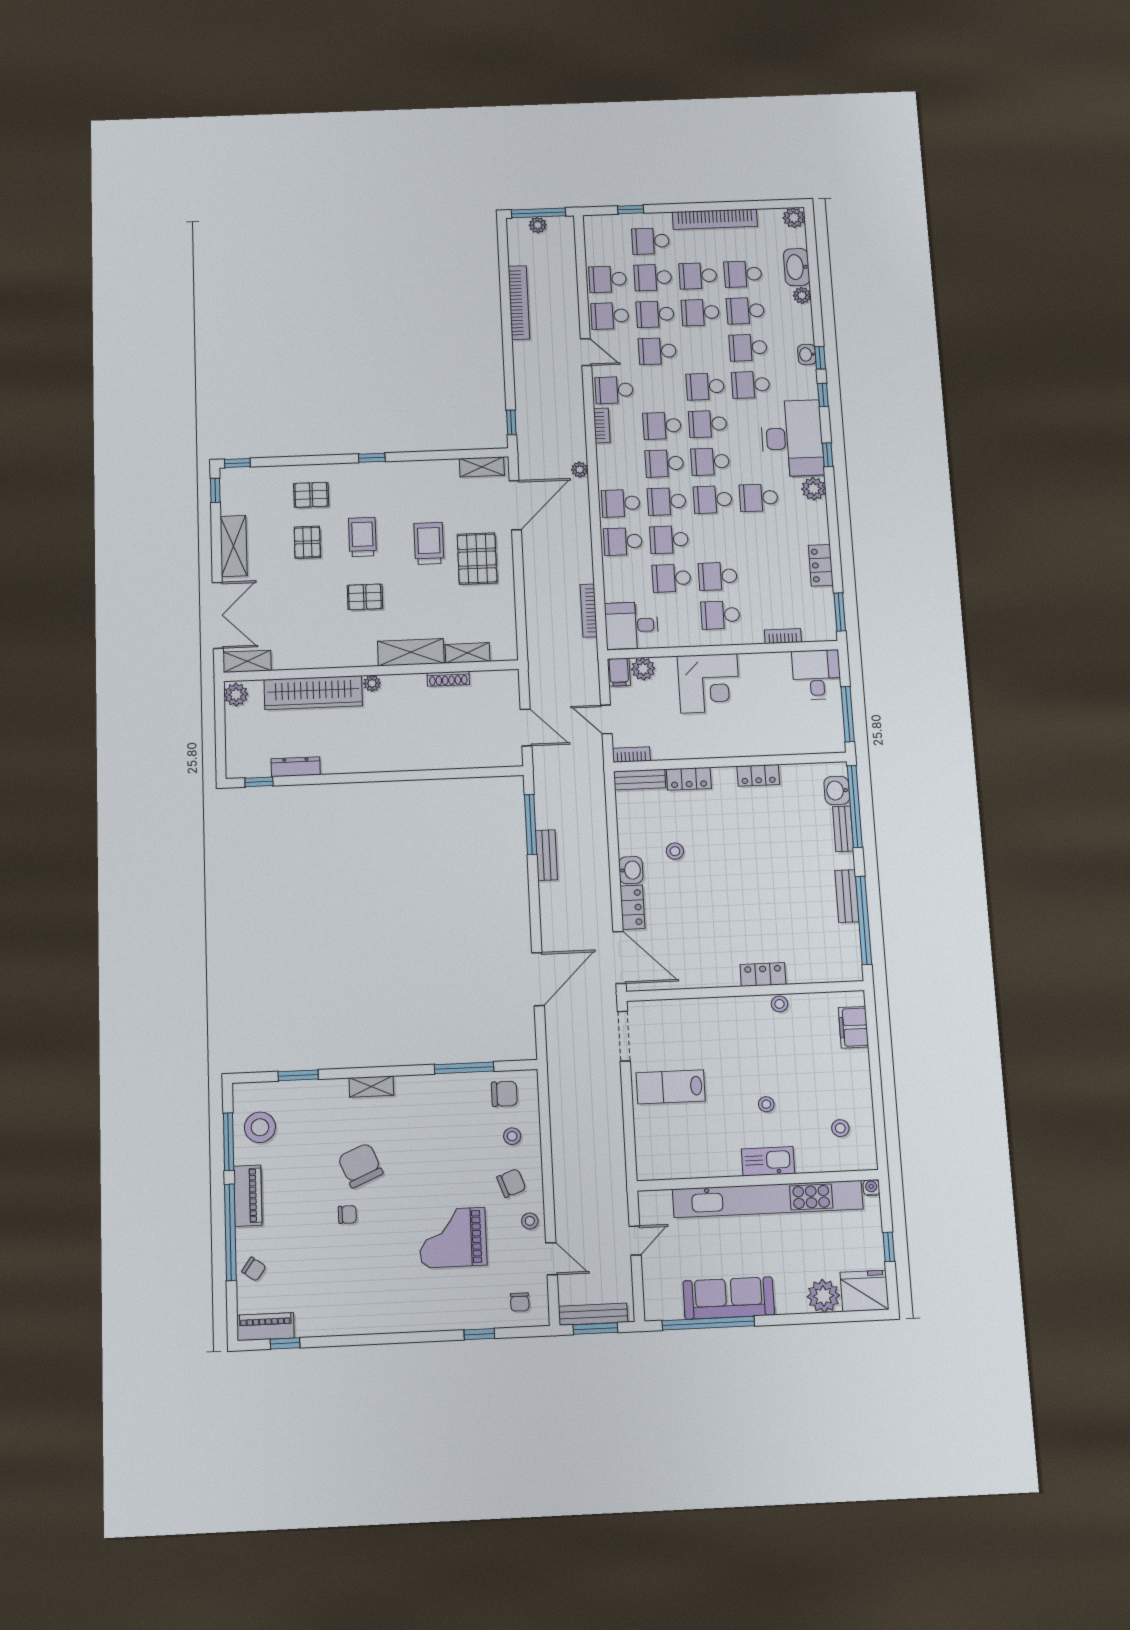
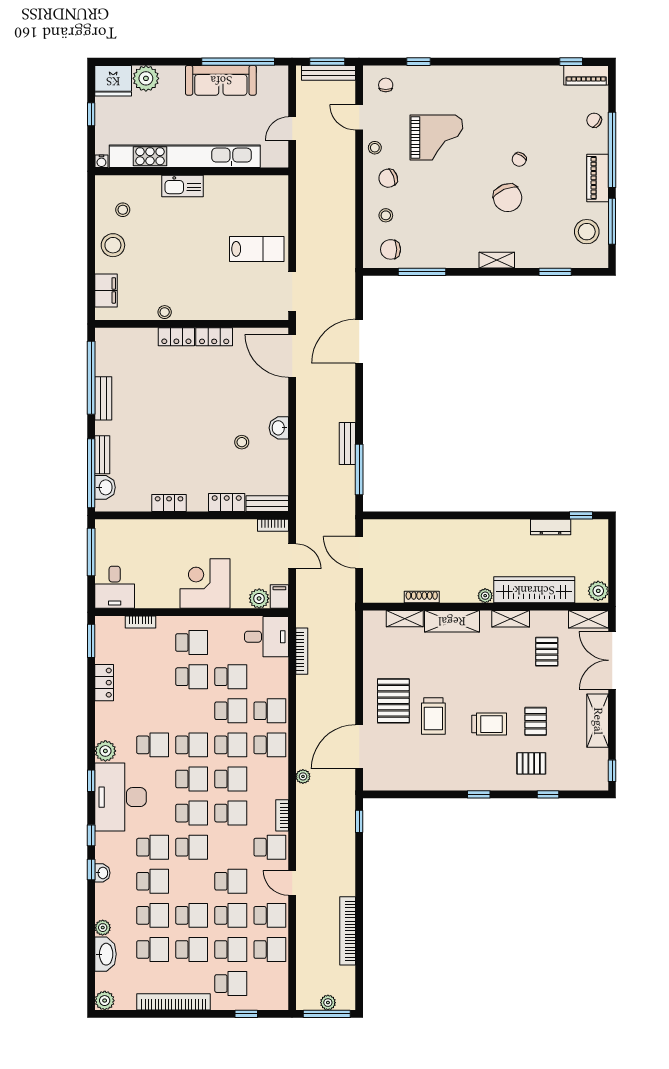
window: (237, 463) -> (548, 794), moved
shelving: (482, 467) -> (511, 619), moved
trolley: (362, 537) -> (489, 724), turned -90
pallet: (365, 597) -> (547, 652), moved, turned 90
locker: (633, 907) -> (214, 337), moved, turned -90
stool: (766, 1104) -> (113, 245), moved, width x1.89, depth x1.89
chair: (347, 1215) -> (519, 159), turned -58

